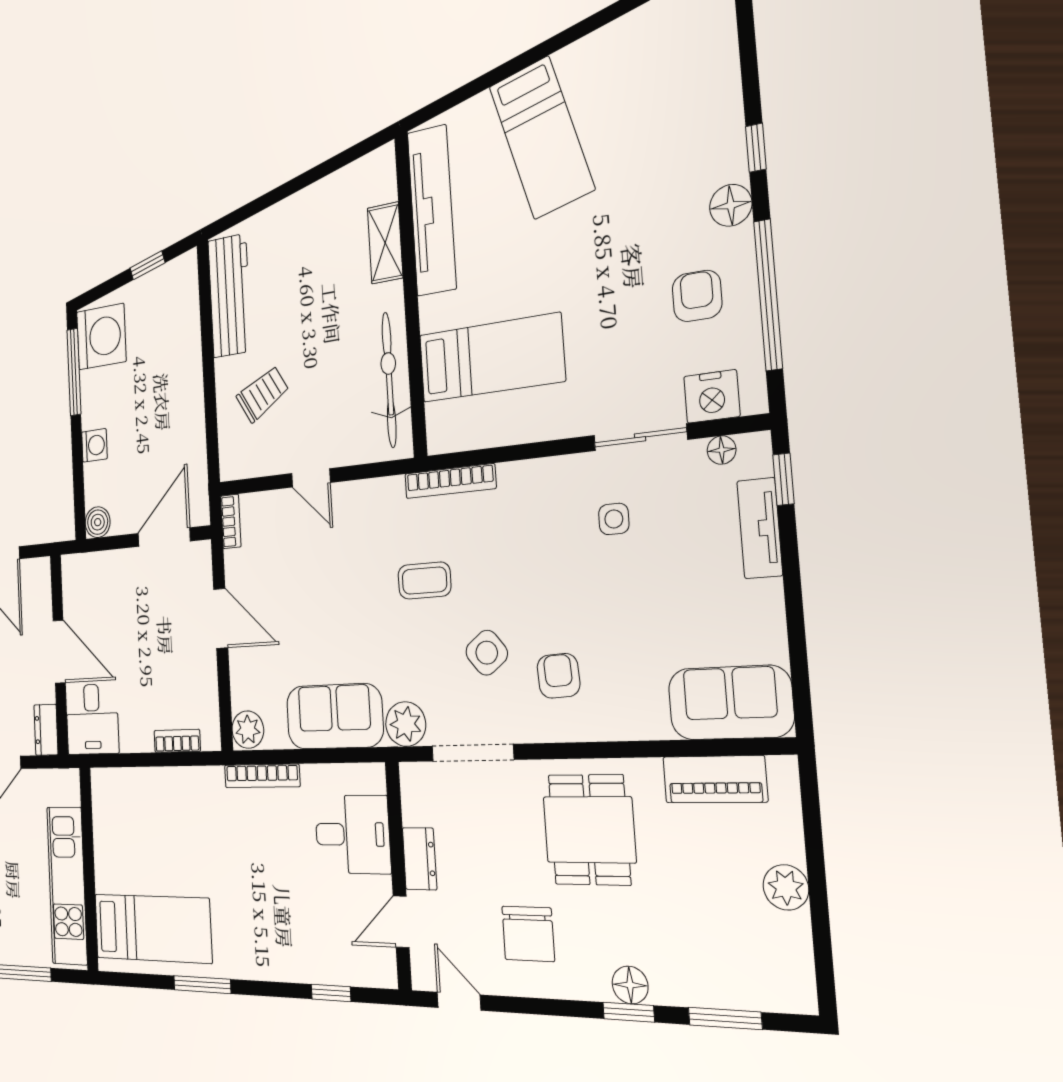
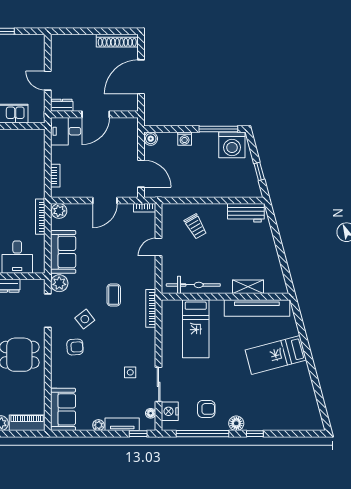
workbench: (230, 296) -> (246, 213), width x0.73
plant: (768, 597) -> (98, 425), added
piano: (715, 779) -> (27, 423), moved, turned 90

